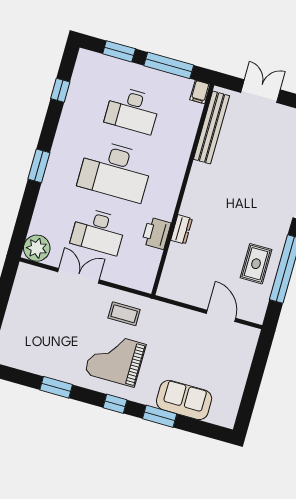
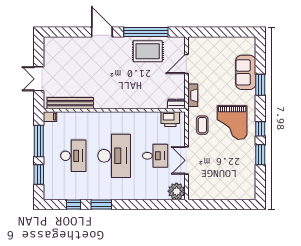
window: (39, 166) -> (101, 205), moved
dresser: (182, 229) -> (176, 104), moved
desk: (98, 231) -> (155, 156), width x0.73
printer: (156, 233) -> (170, 119), moved
rug: (256, 264) -> (148, 51), width x1.36, depth x1.43
fireplace: (172, 312) -> (193, 95), added
window: (115, 404) -> (260, 129), moved

